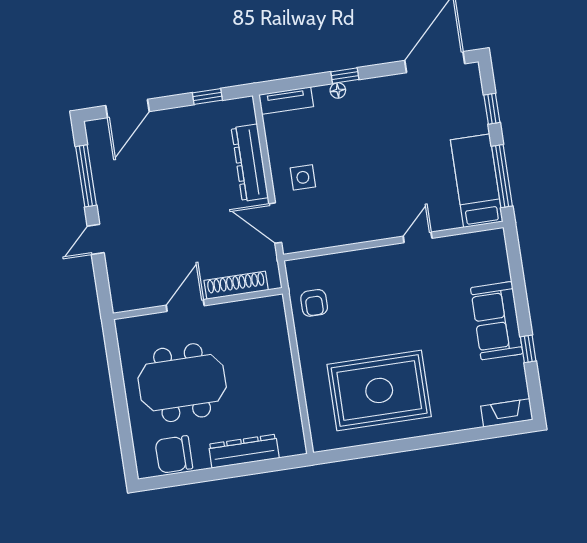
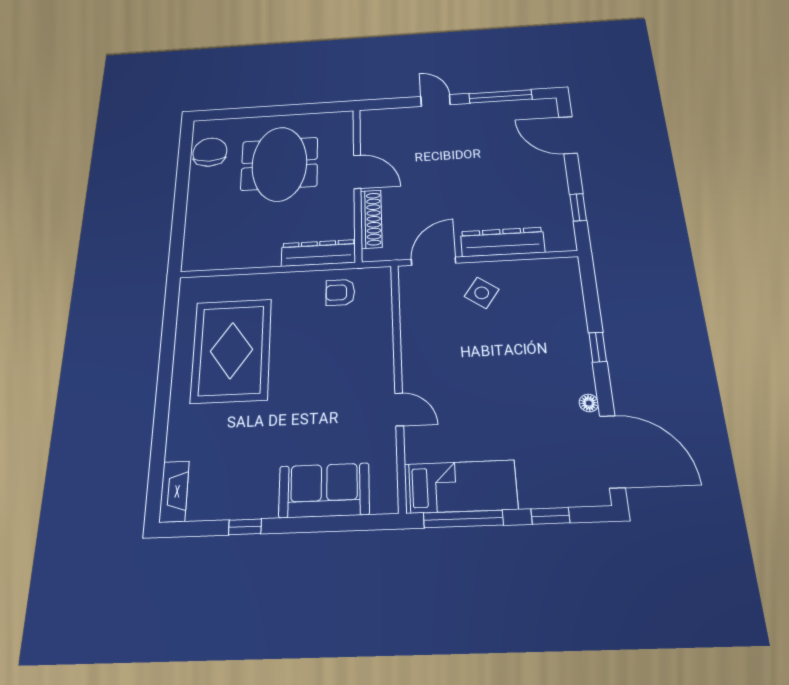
floor lamp: (338, 90) -> (589, 403), moved
tv unit: (286, 101) -> (570, 283), removed
side table: (303, 177) -> (482, 293), turned 35
sofa: (497, 321) -> (324, 490), moved
dresser: (244, 451) -> (318, 253), moved, turned -90

